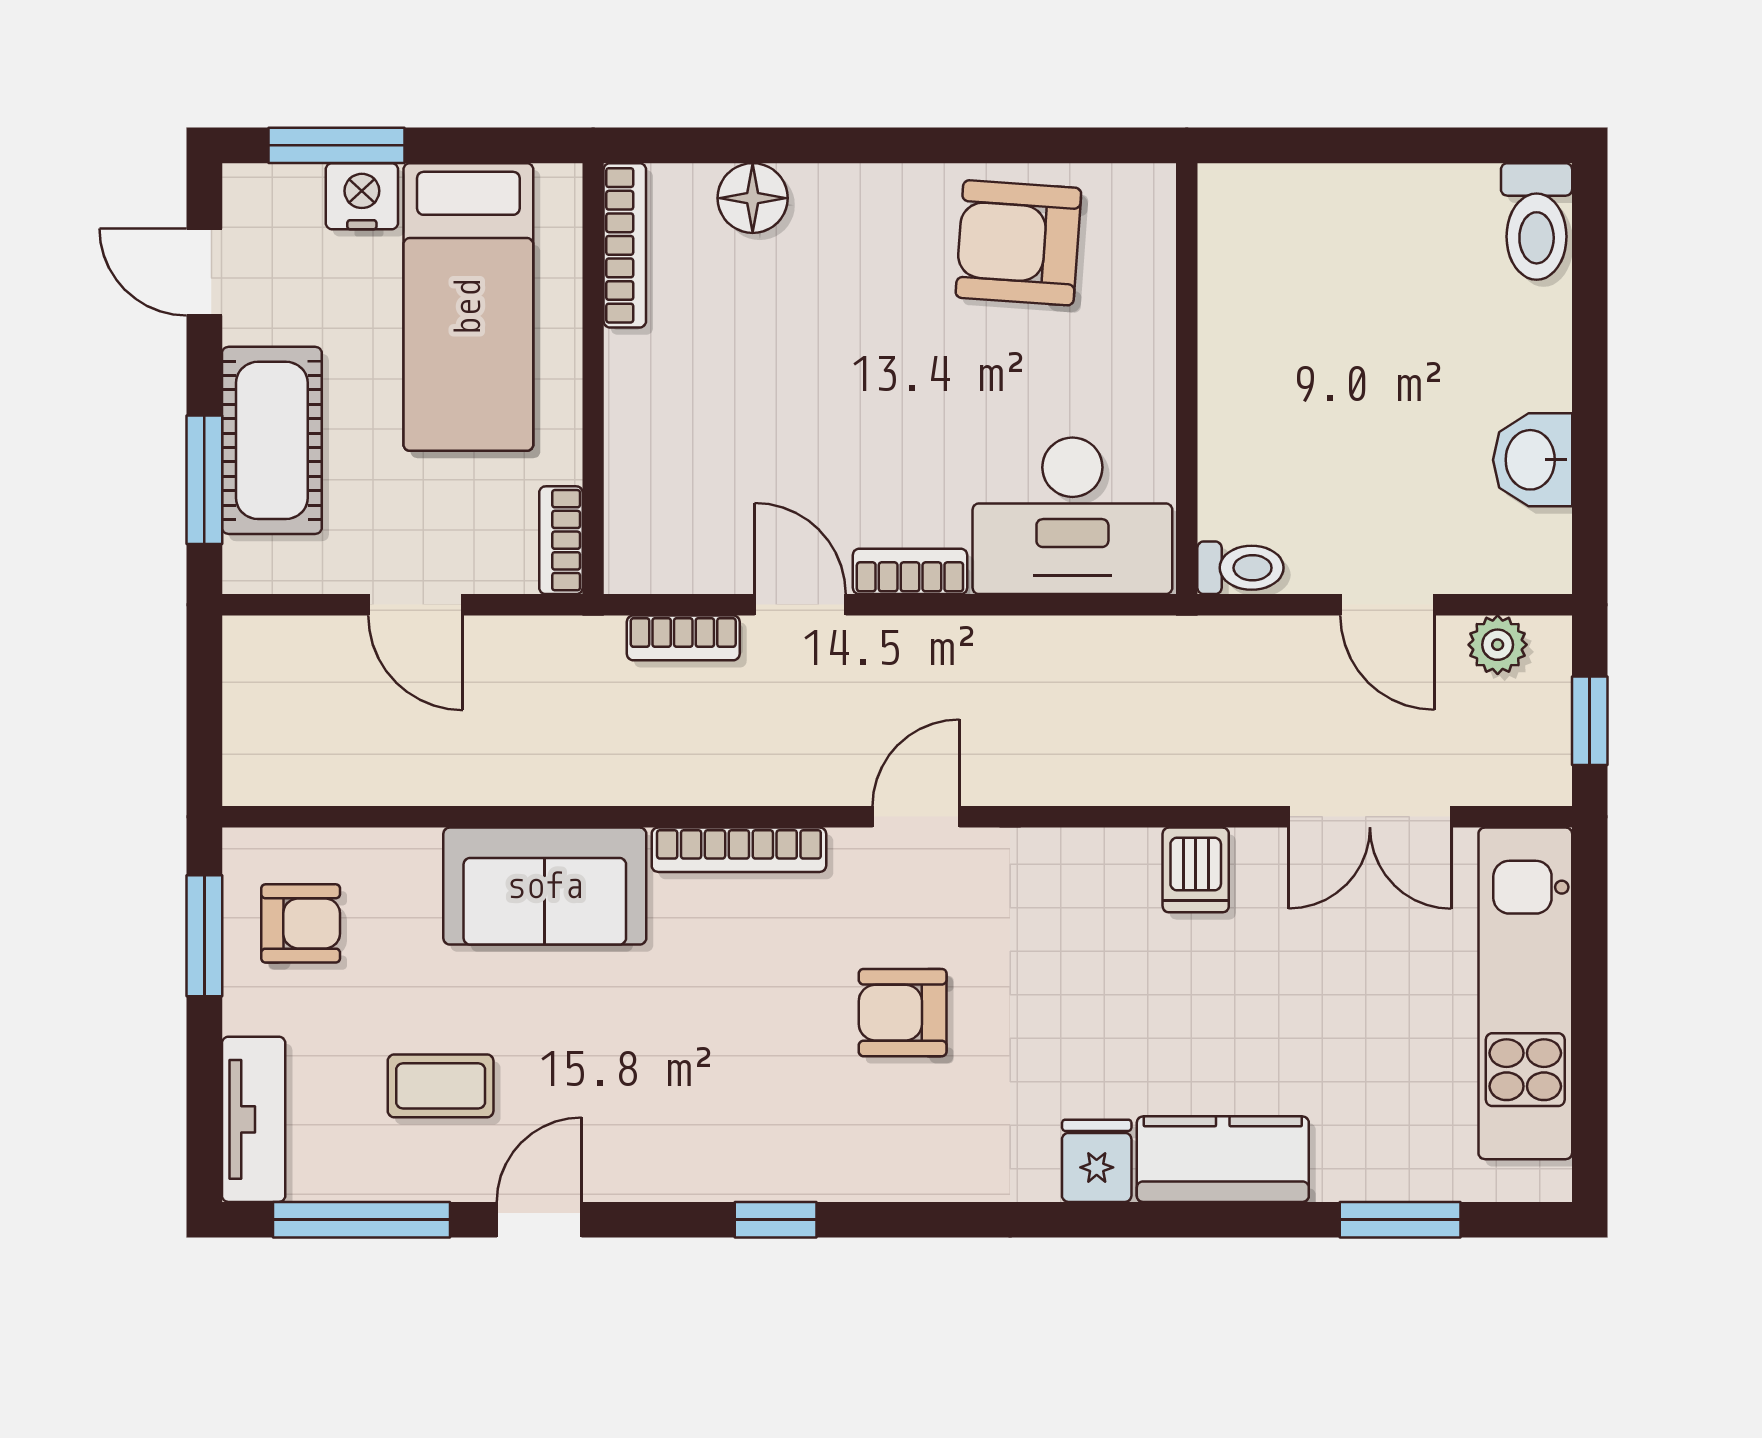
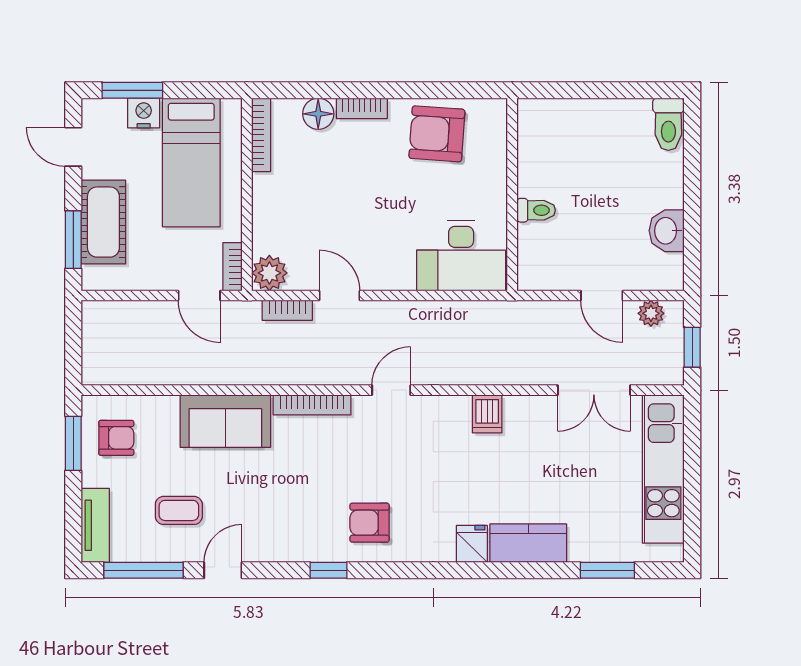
plant: (644, 554) -> (269, 273), added
toilet: (1240, 568) -> (536, 210), moved
bookcase: (910, 571) -> (362, 108), moved, turned 180
door: (415, 605) -> (199, 295), moved
dishwasher: (1196, 870) -> (487, 414), moved
armchair: (903, 1013) -> (370, 523), moved

